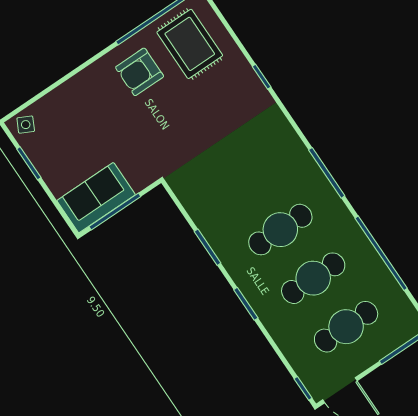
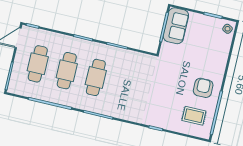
rug: (190, 44) -> (194, 116), width x0.73, depth x0.70

